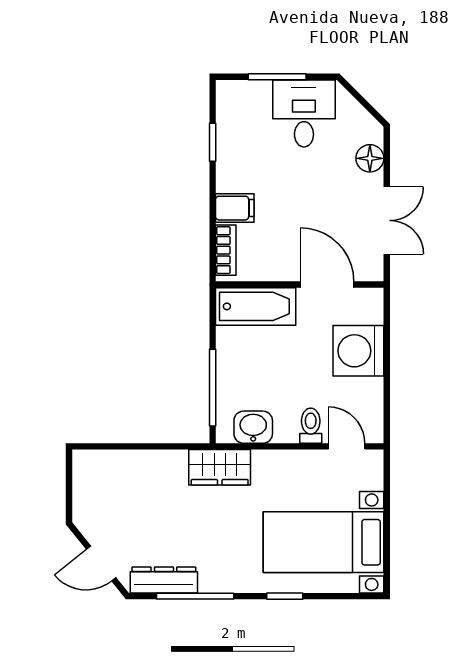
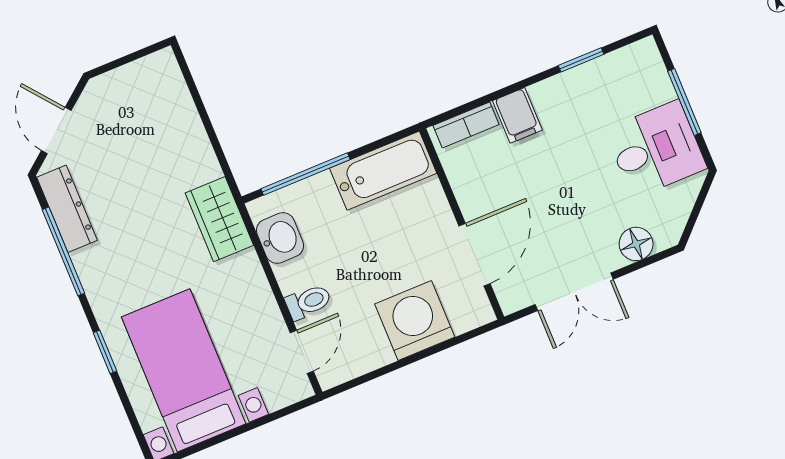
bathtub: (256, 306) -> (383, 171), moved, turned -90

